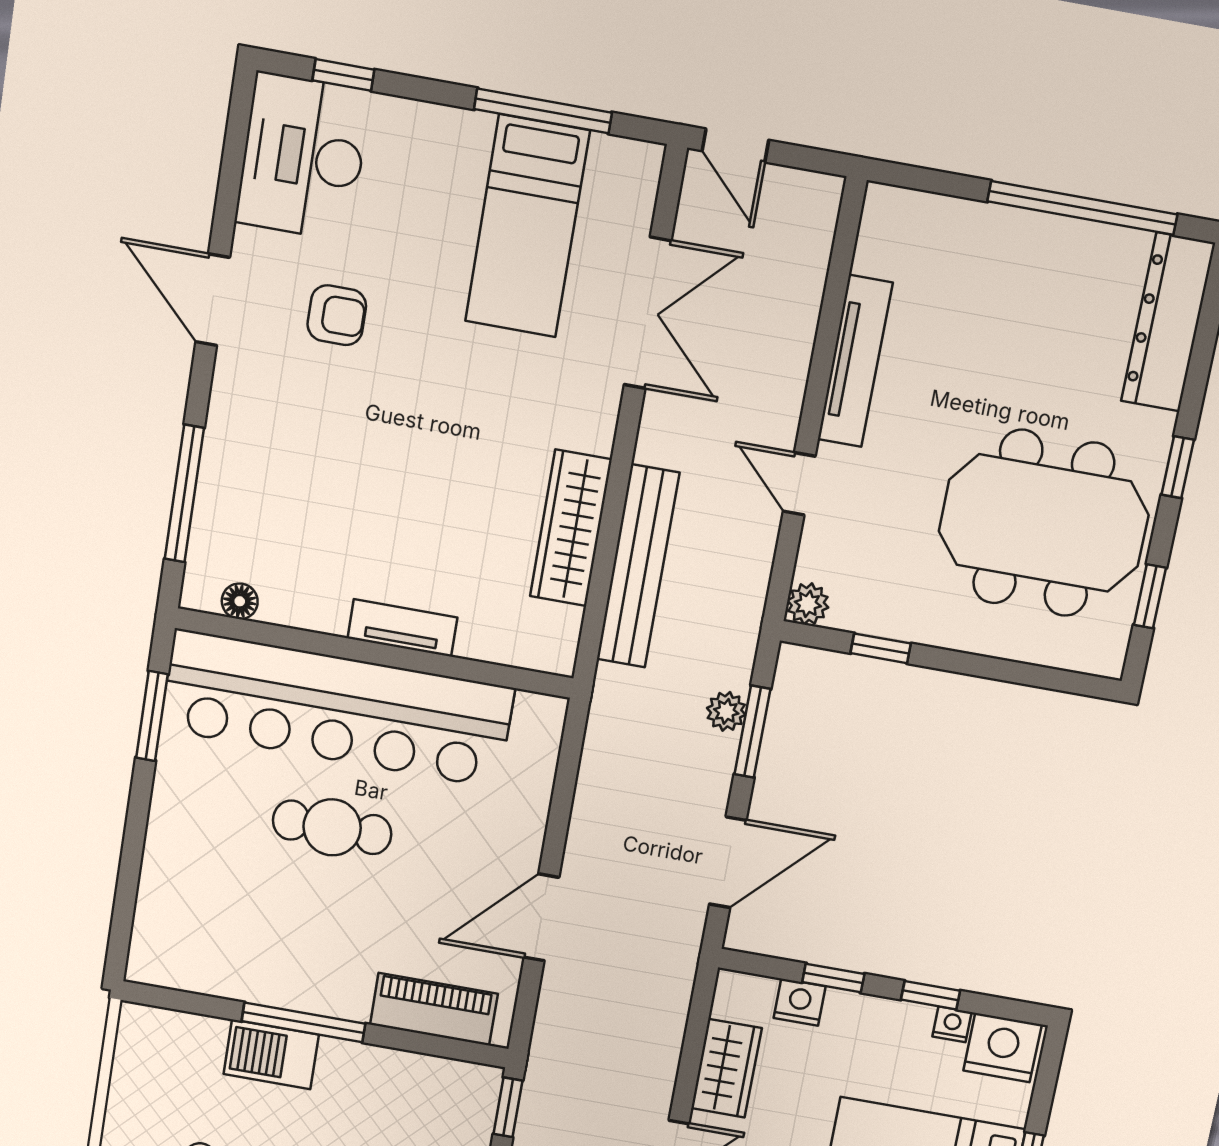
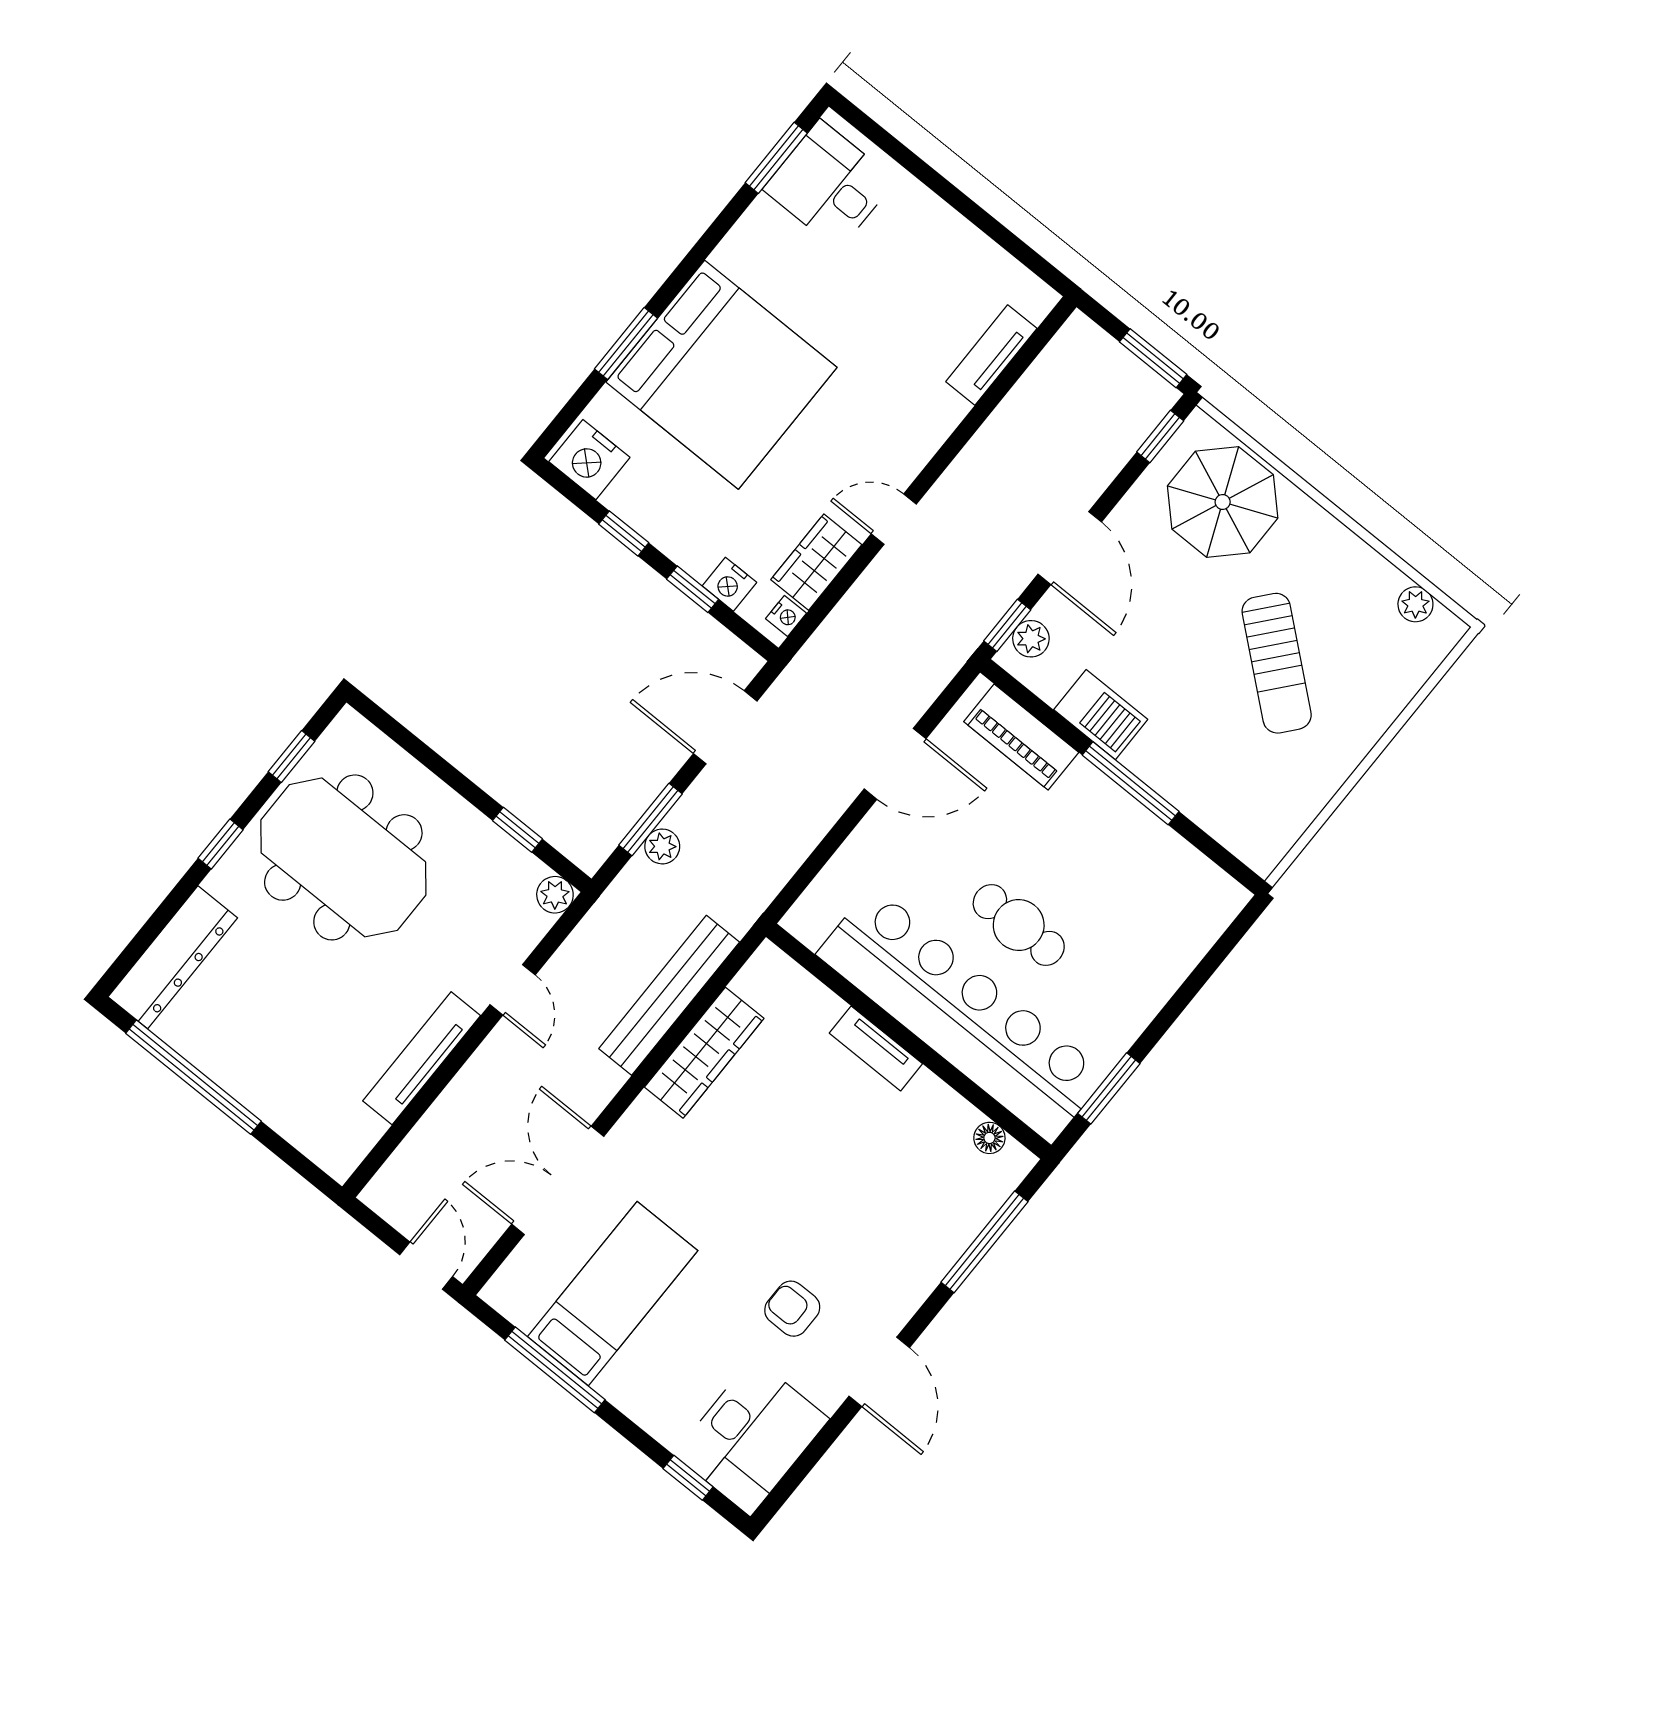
nightstand: (952, 1024) -> (786, 616), moved, turned -90
barbecue: (271, 1054) -> (1101, 715), moved
plant: (478, 1107) -> (1031, 639), added

